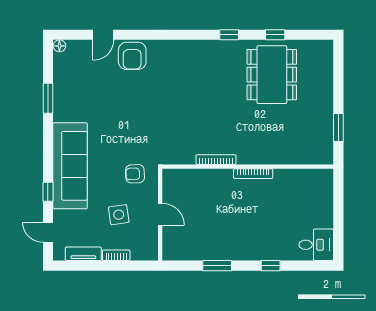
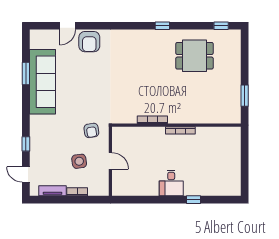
window: (275, 35) -> (221, 26), moved
floor lamp: (59, 46) -> (35, 34), removed
dining table: (272, 75) -> (194, 56), width x0.73
sofa: (70, 166) -> (43, 82), moved
armchair: (135, 174) -> (91, 130), turned -96
desk: (316, 245) -> (171, 183), moved, turned 90
window: (217, 266) -> (153, 200), removed

